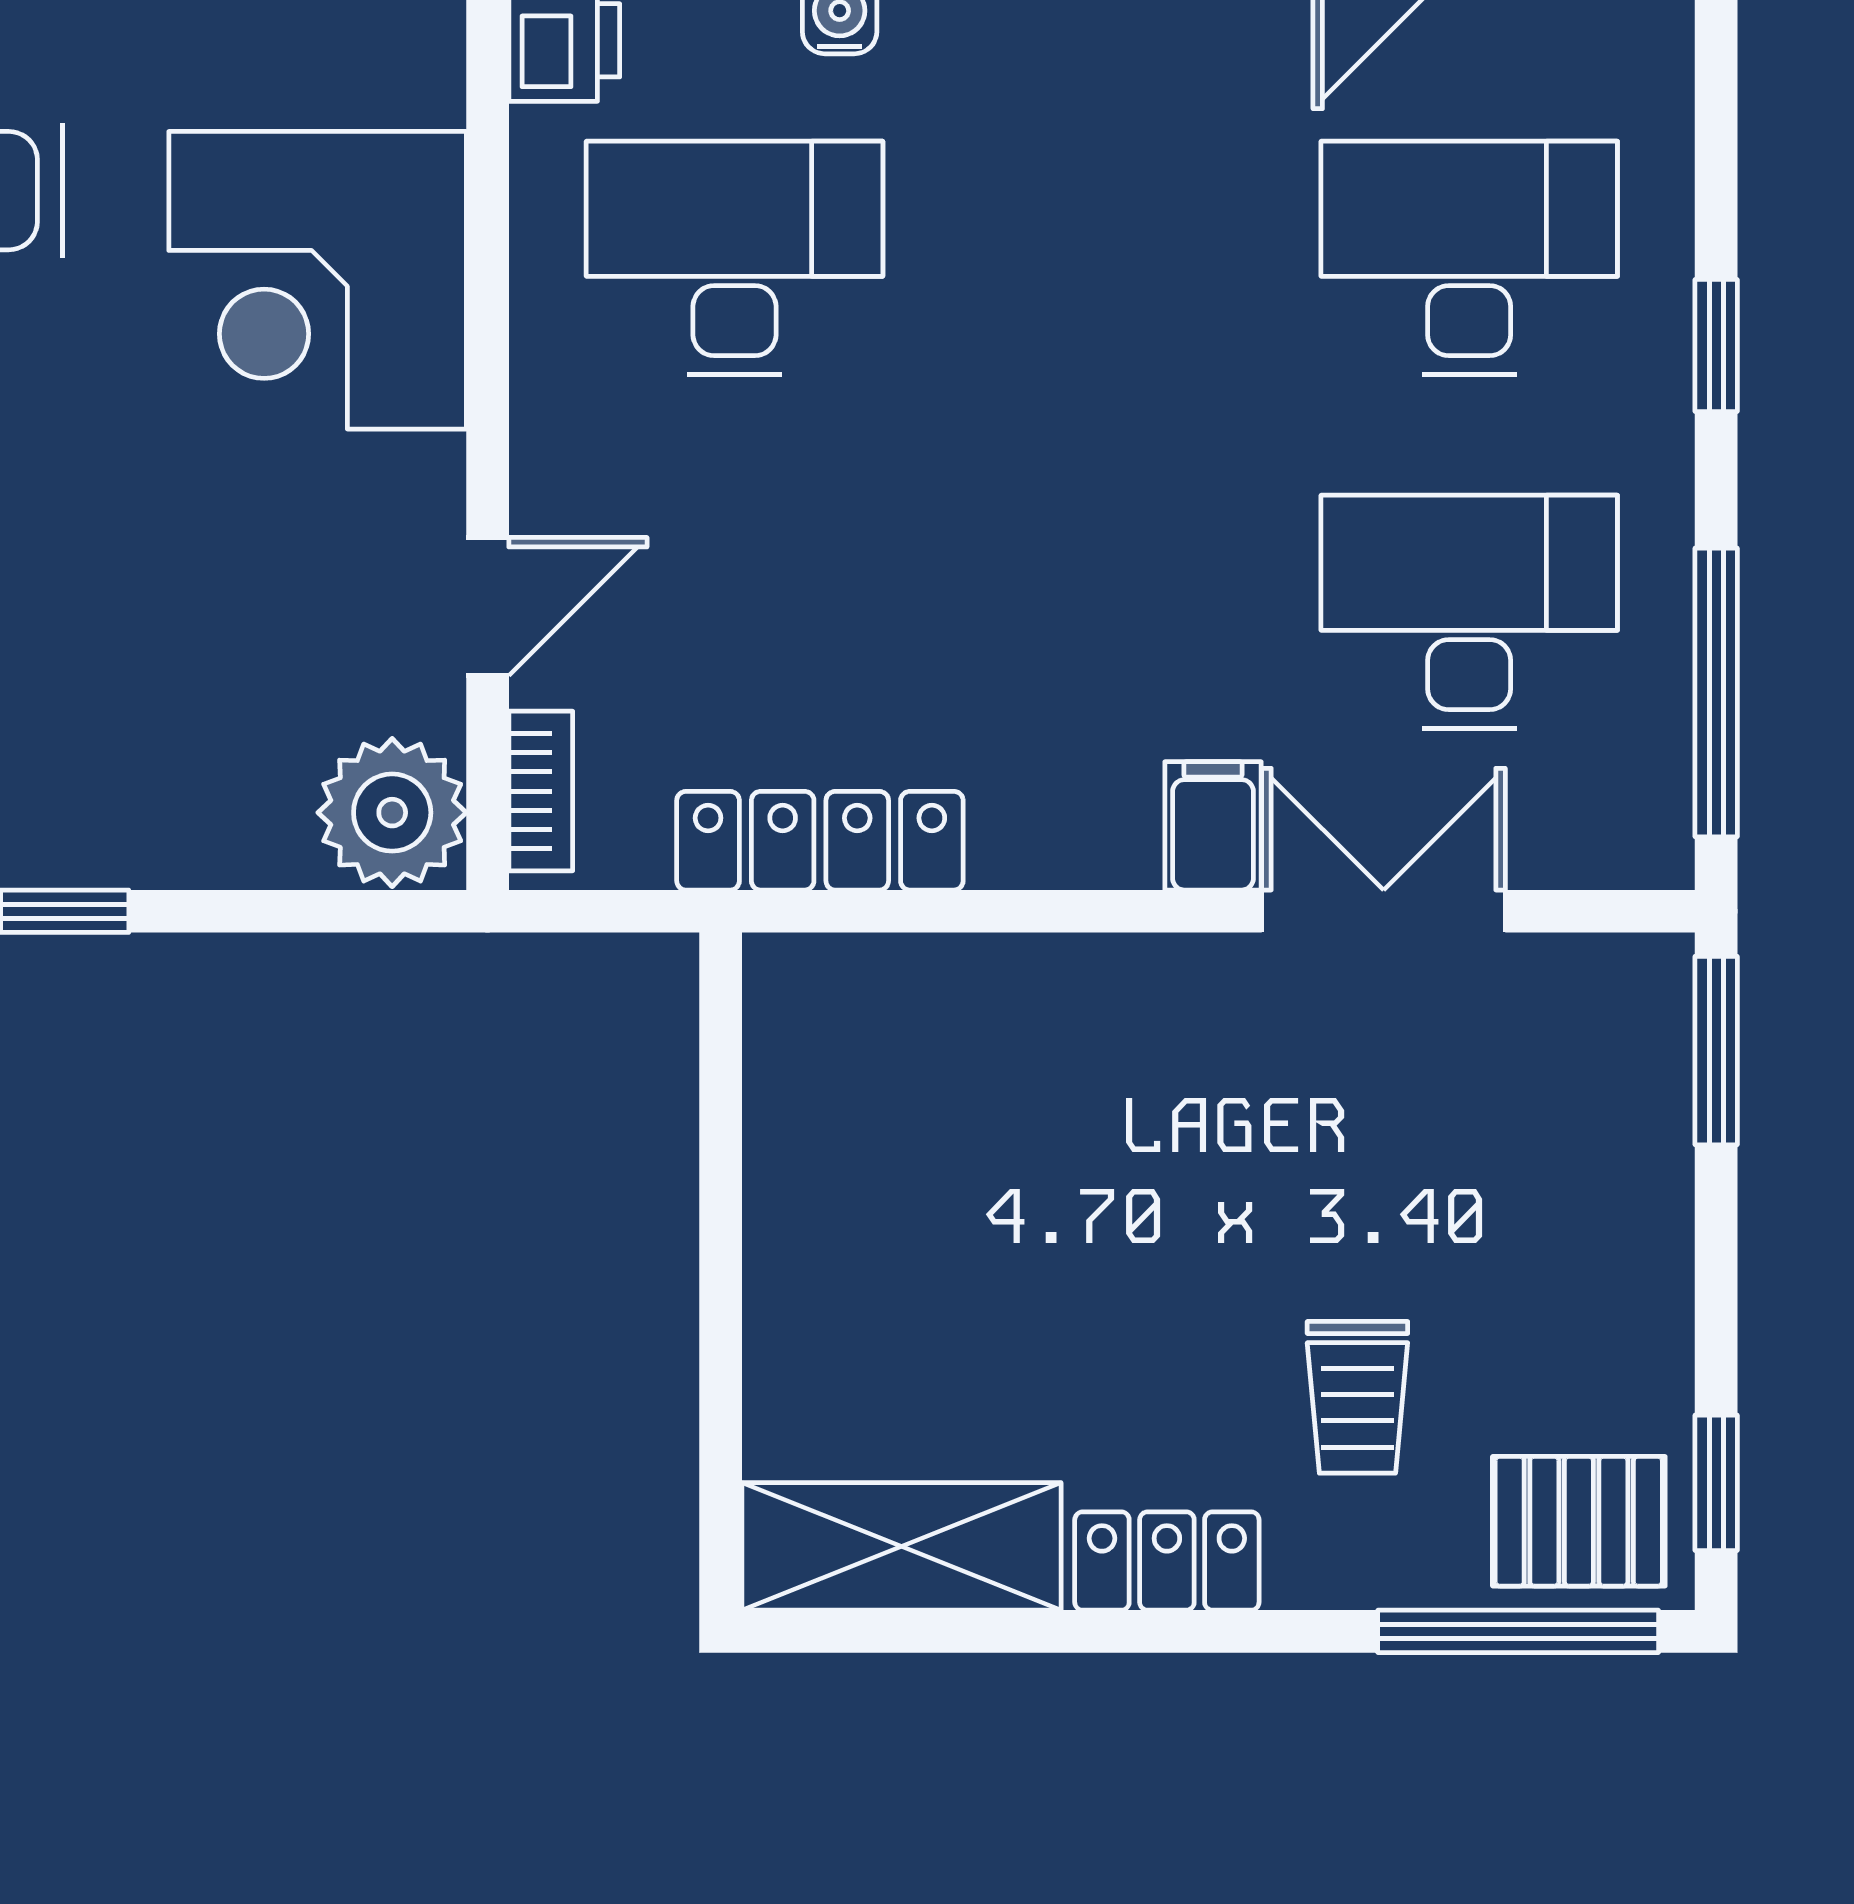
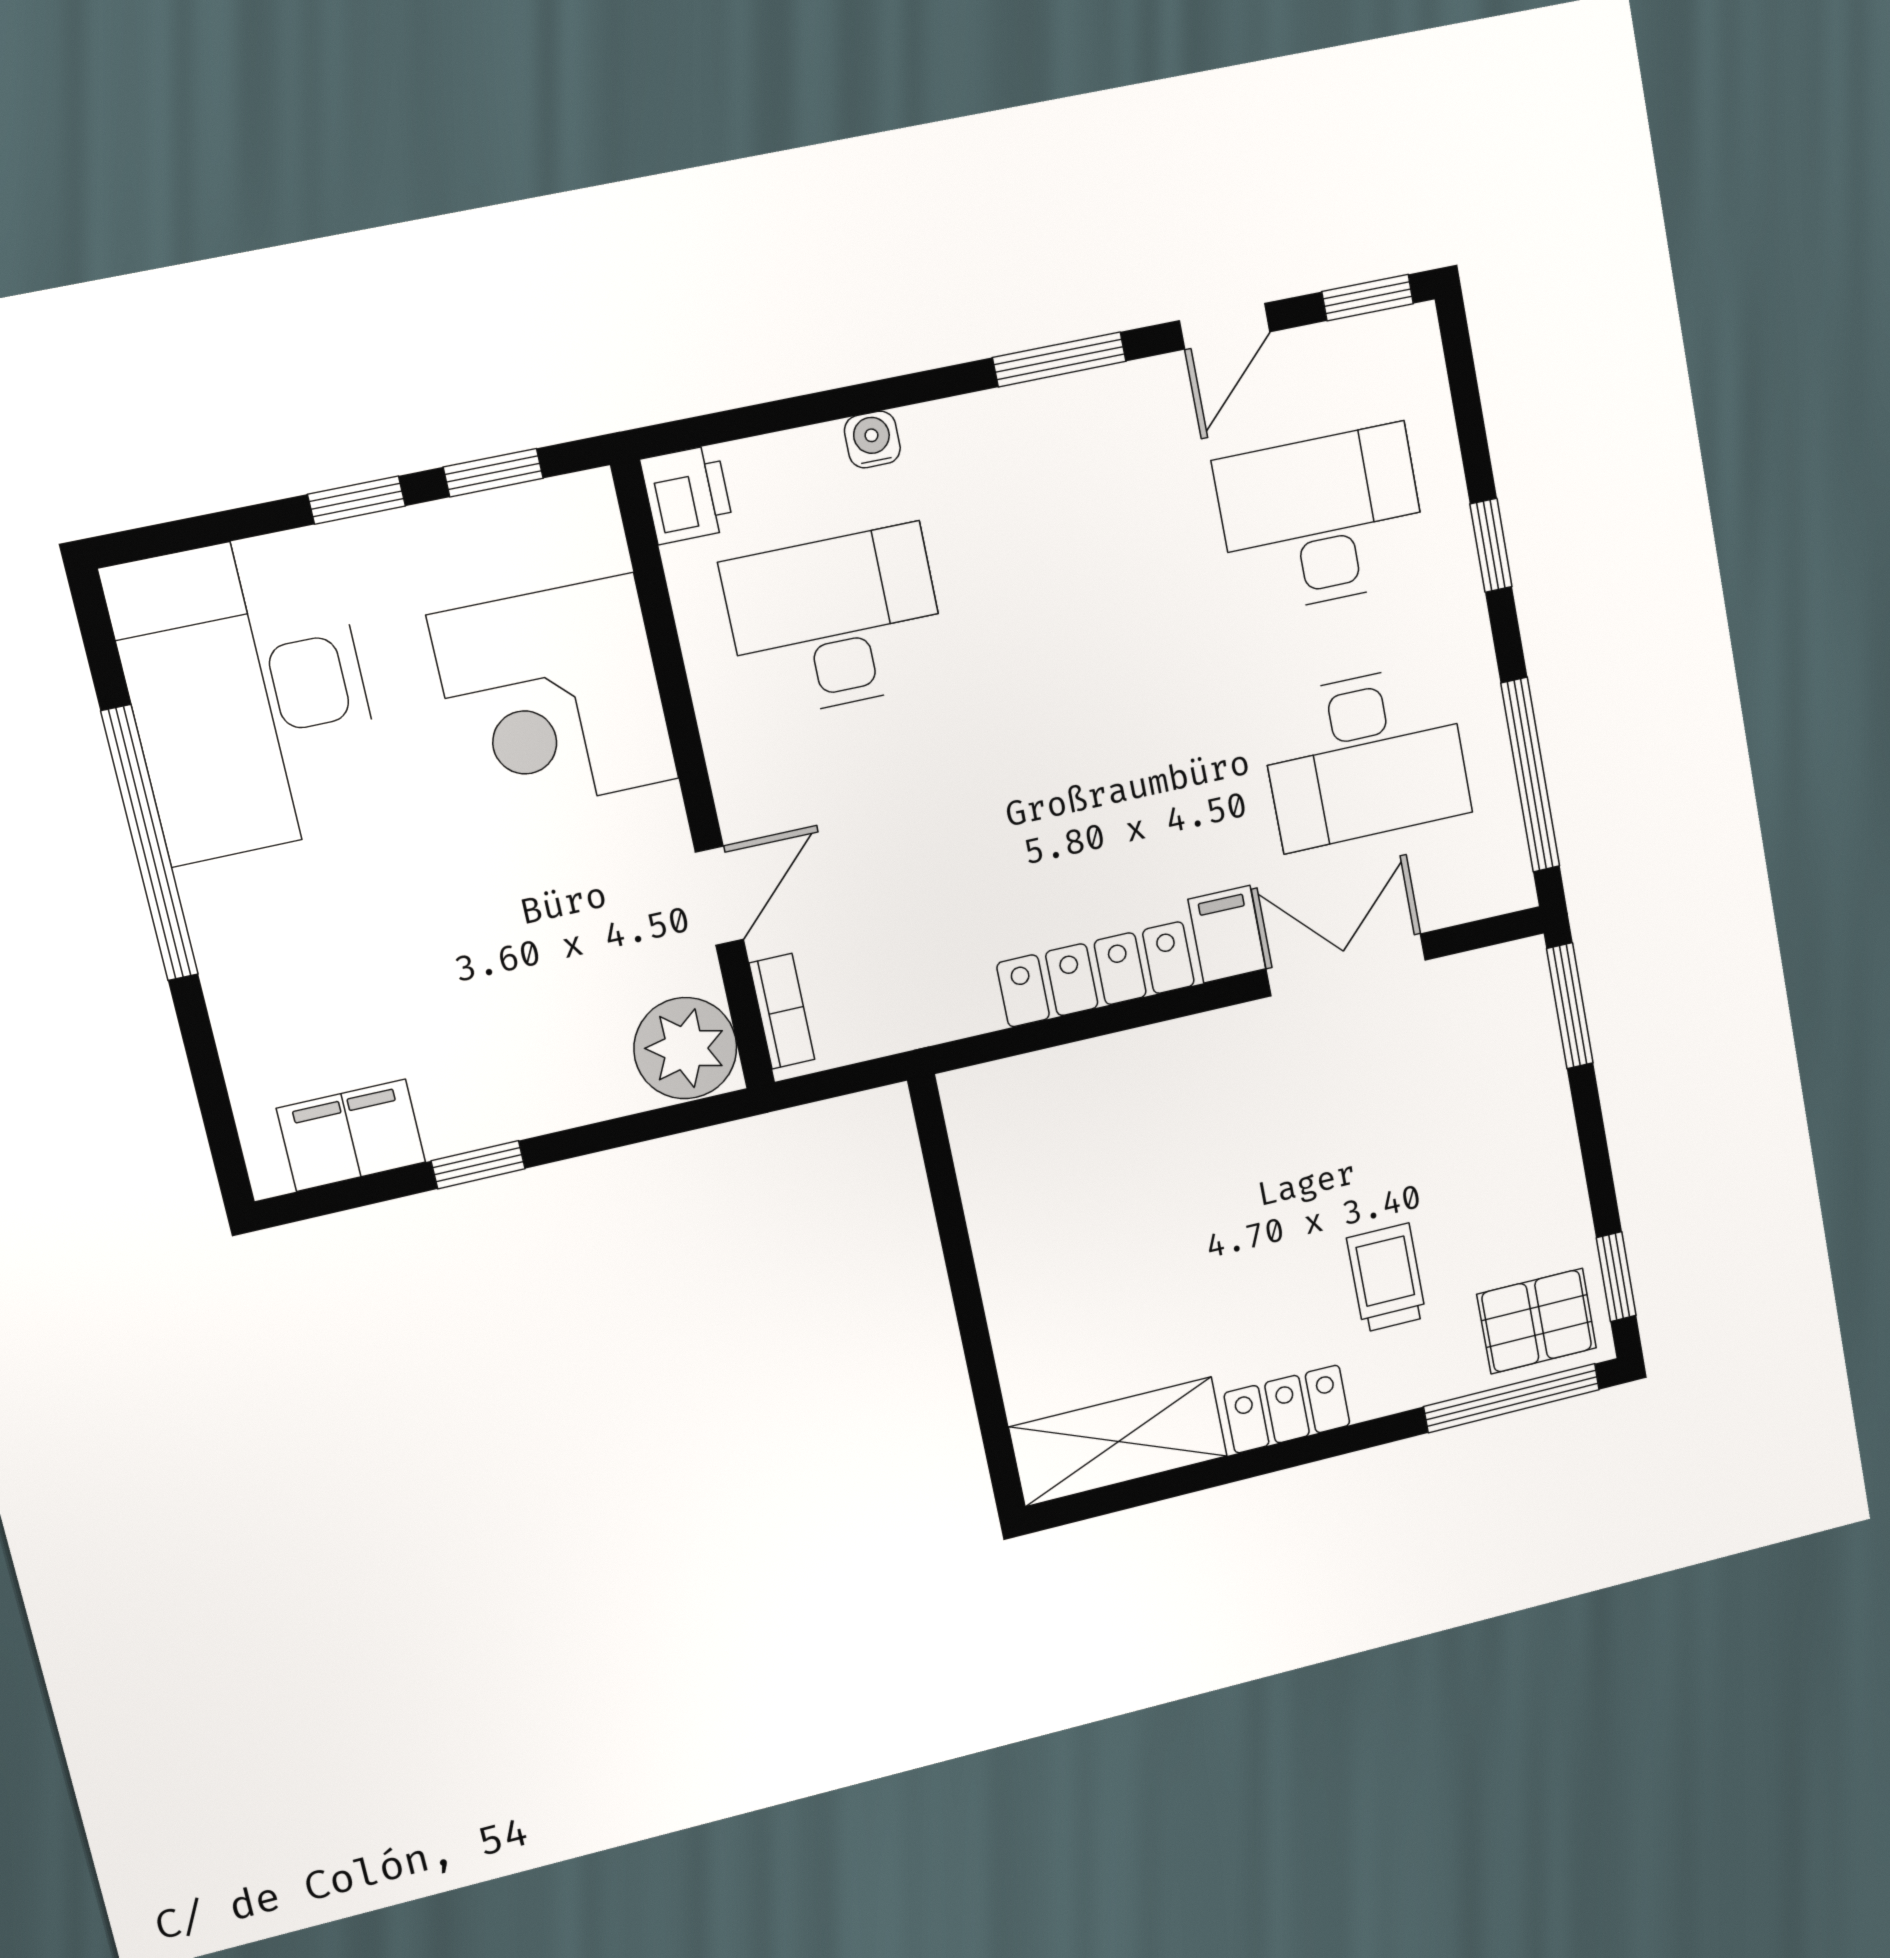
desk: (1469, 612) -> (1365, 757), turned 180
locker: (820, 841) -> (1096, 974), moved
trolley: (1357, 1397) -> (1387, 1278), turned 180

